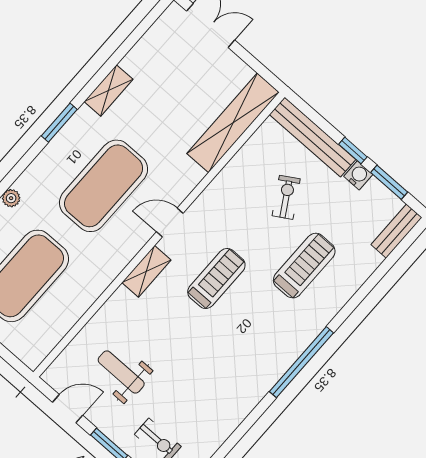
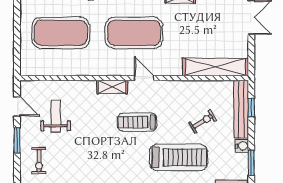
window: (353, 151) -> (251, 108), moved
treadmill: (304, 266) -> (179, 157), width x1.37, depth x1.38
treadmill: (216, 278) -> (137, 122), turned 180

